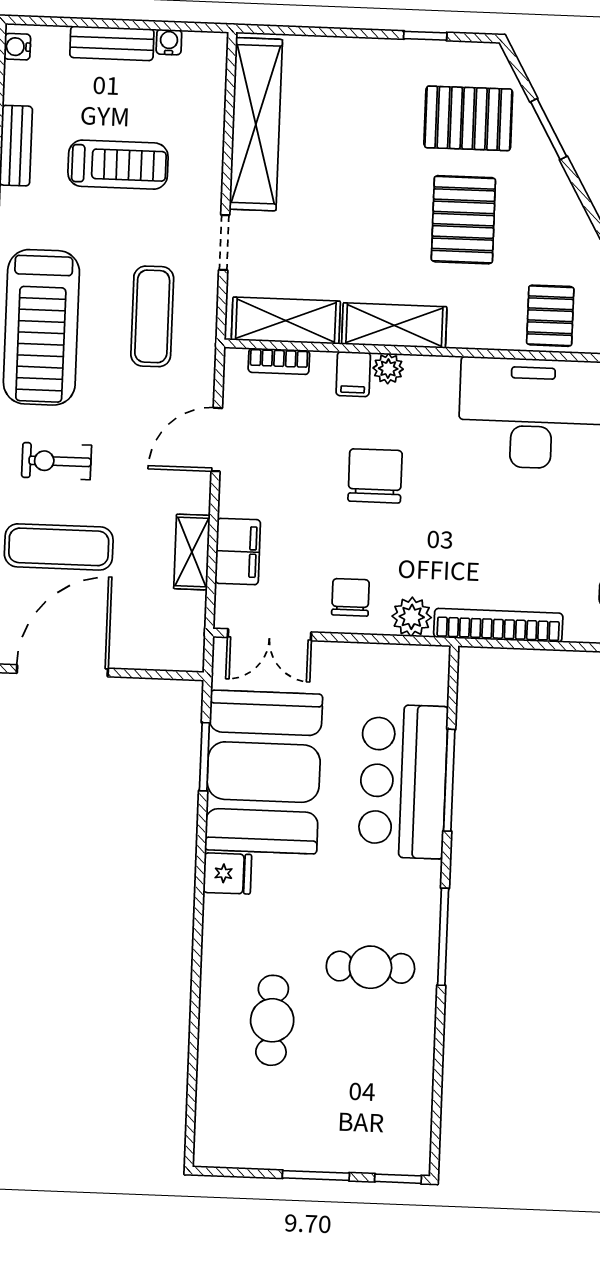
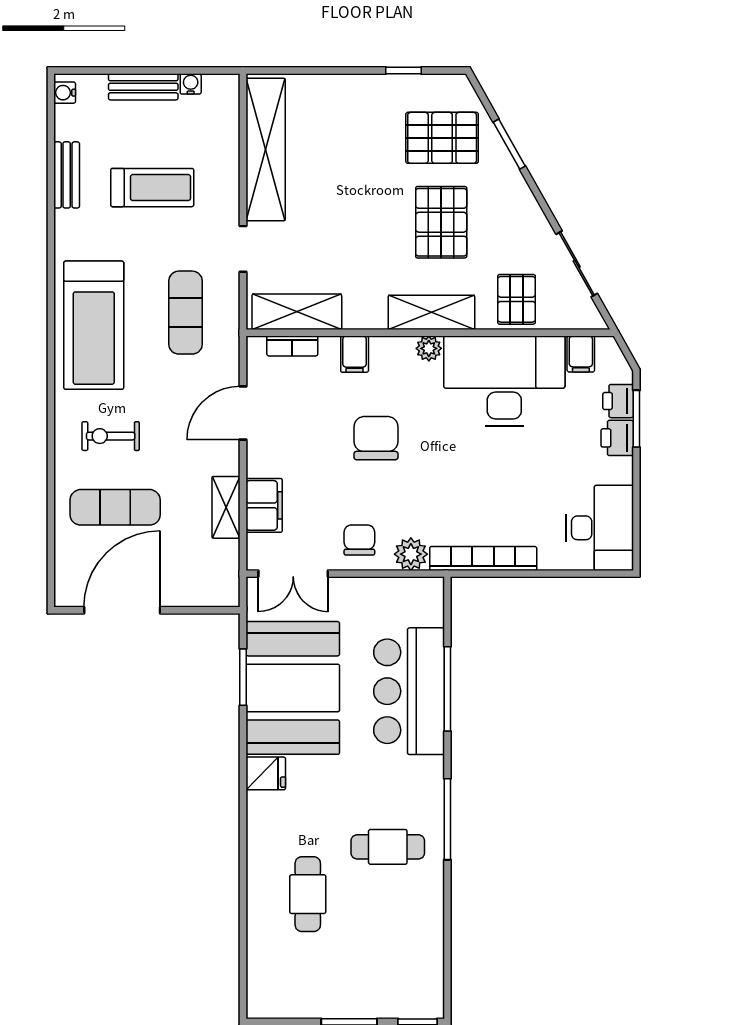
shelving: (394, 325) -> (431, 312), moved
plant: (388, 369) -> (429, 348), moved

